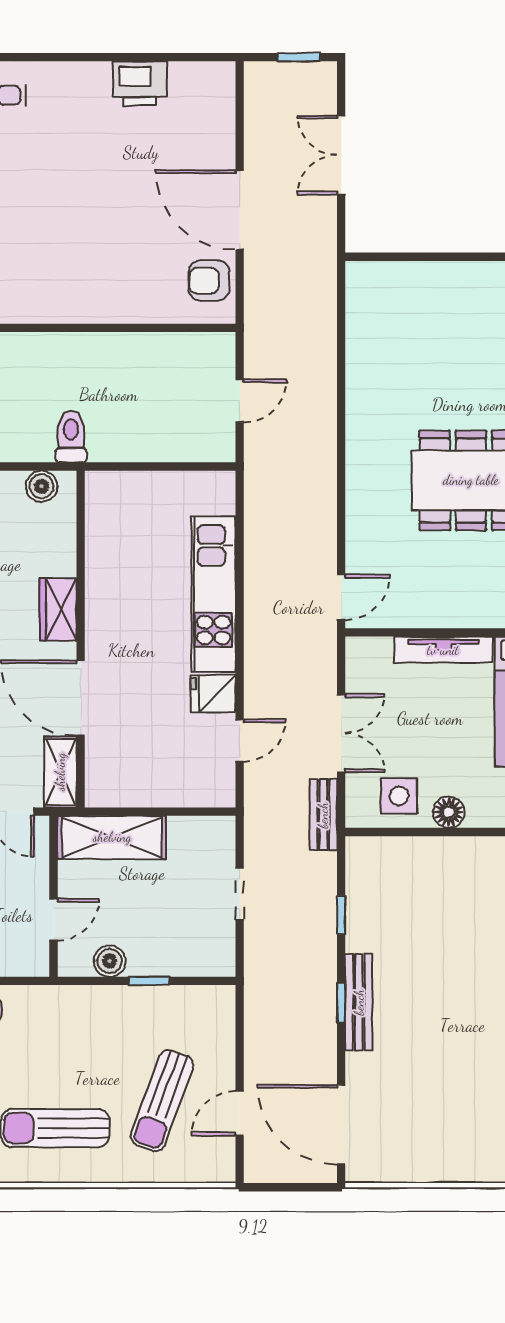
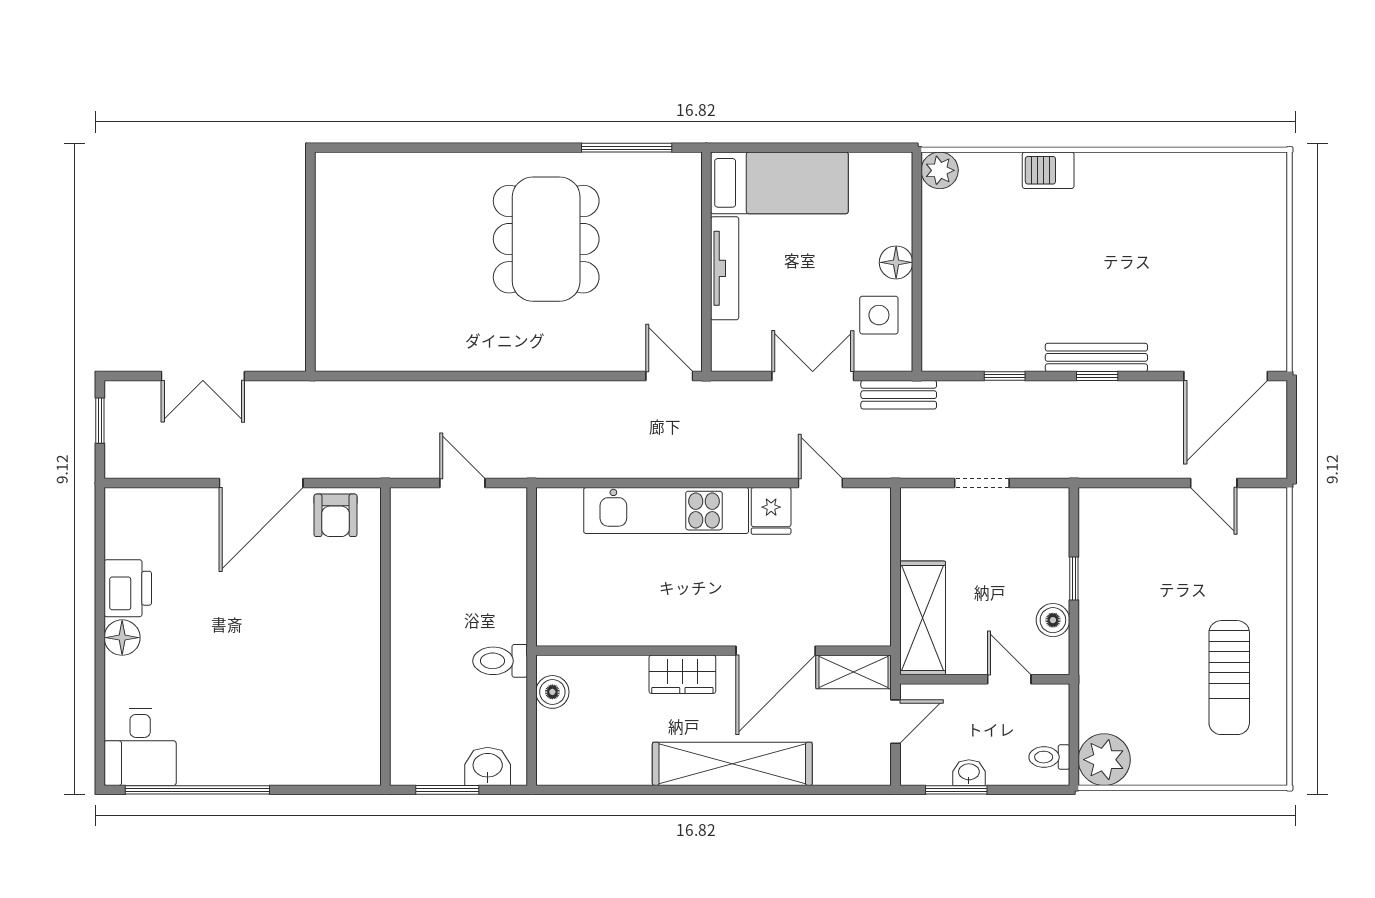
floor lamp: (93, 78) -> (122, 638), added
sun lounger: (162, 1100) -> (1200, 565), removed

